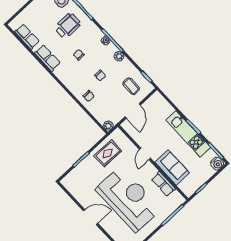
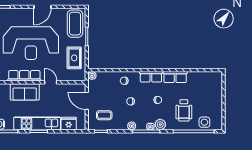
plant: (97, 34) -> (160, 125), added
row of seats: (27, 37) -> (151, 77), moved
fridge: (165, 108) -> (69, 124), added
coffee table: (80, 178) -> (75, 24), added
row of seats: (163, 184) -> (24, 76), width x1.48

